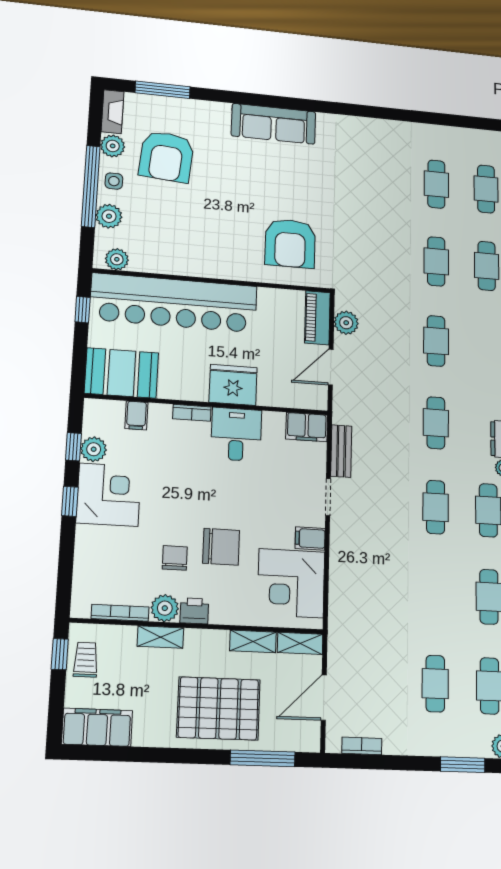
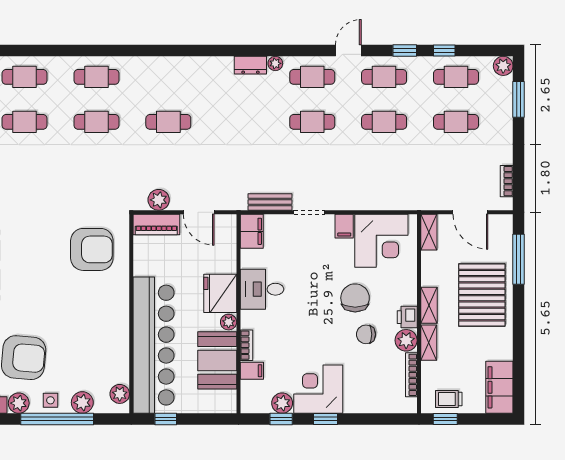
booth: (122, 373) -> (217, 360), moved
plant: (198, 392) -> (229, 322), added
bookcase: (192, 413) -> (246, 345), moved
cafe table: (436, 423) -> (384, 122), moved
shelving: (253, 641) -> (429, 305), moved

